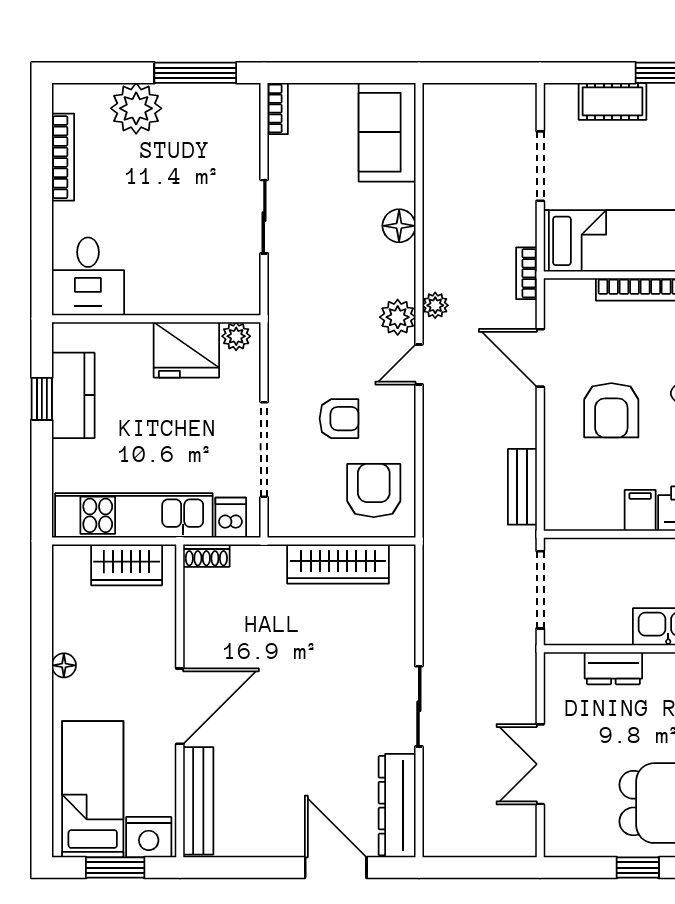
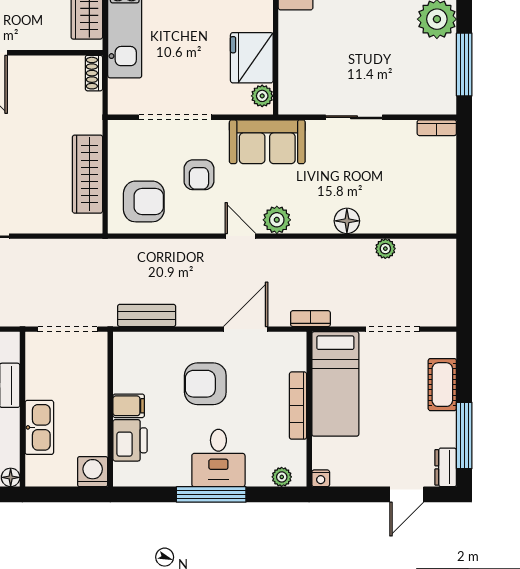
sofa: (387, 132) -> (267, 142), moved, turned 180
plant: (435, 305) -> (385, 249), moved
dishwasher: (231, 518) -> (123, 92), removed

